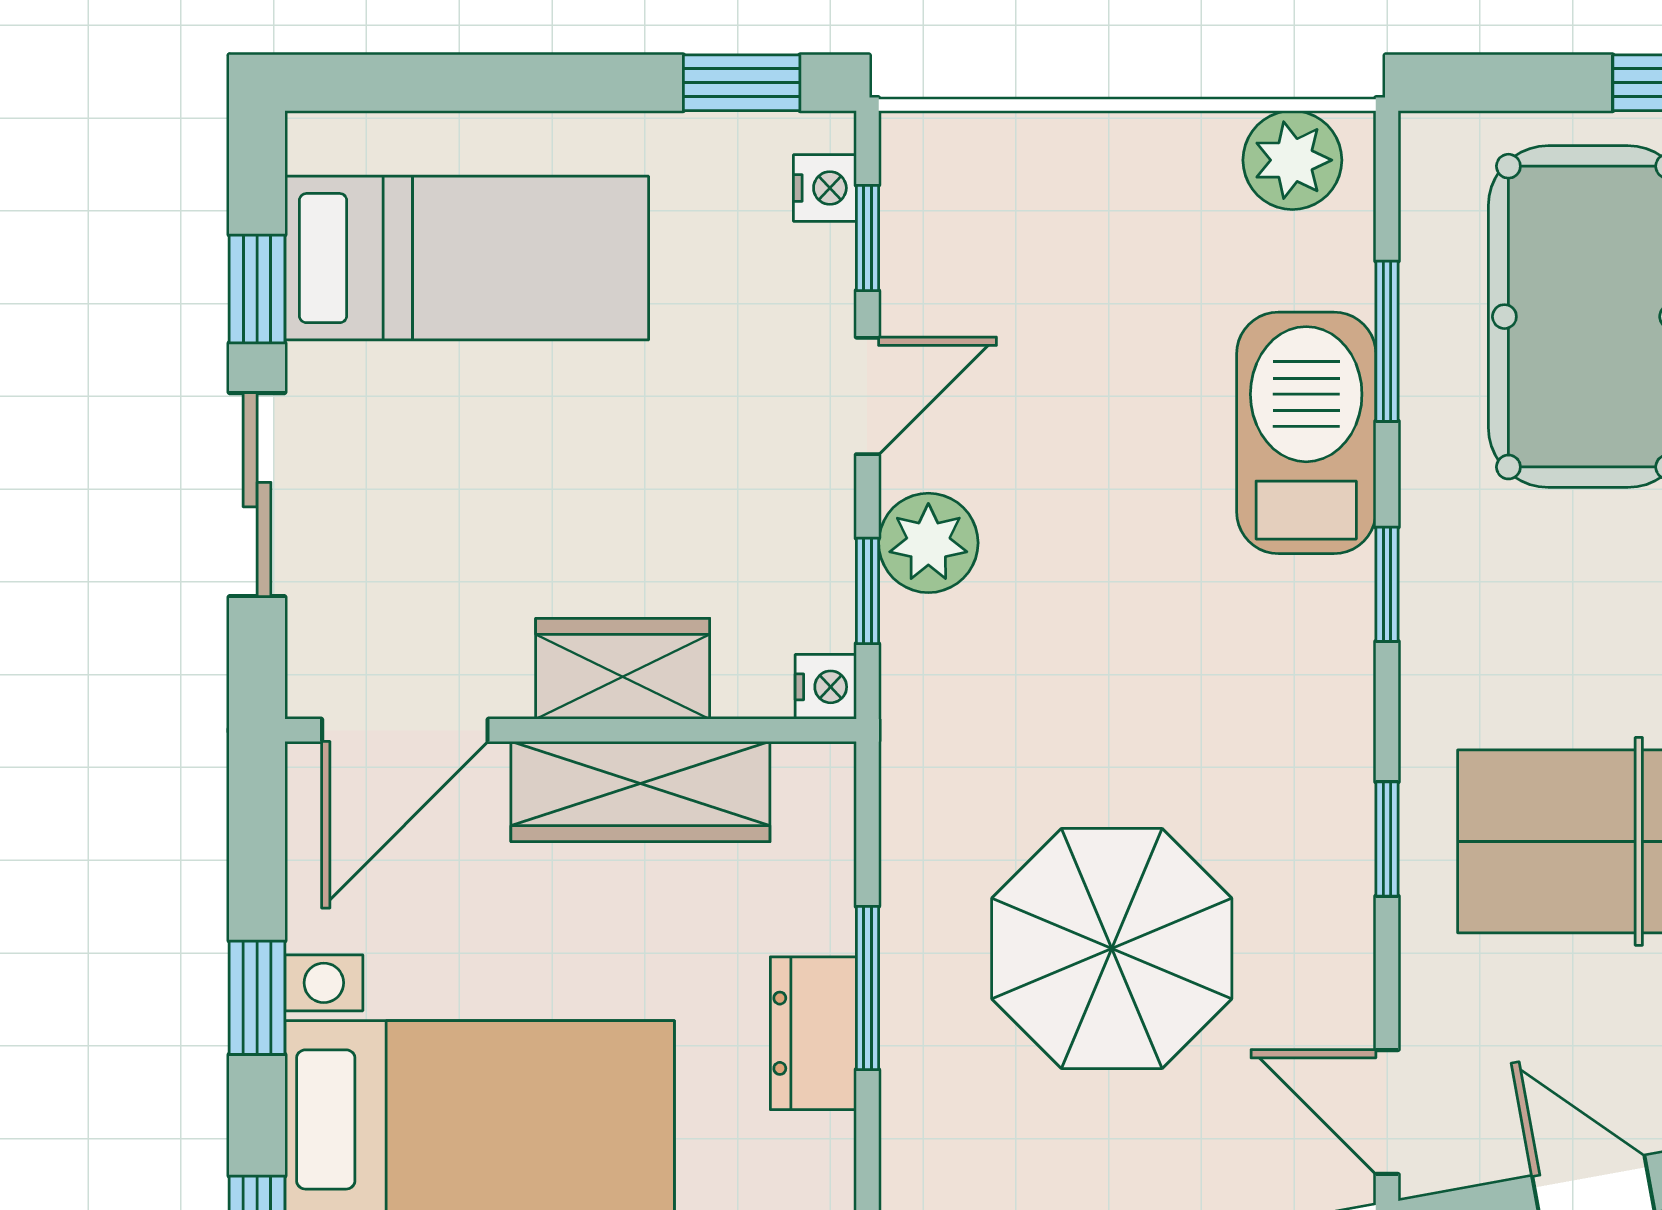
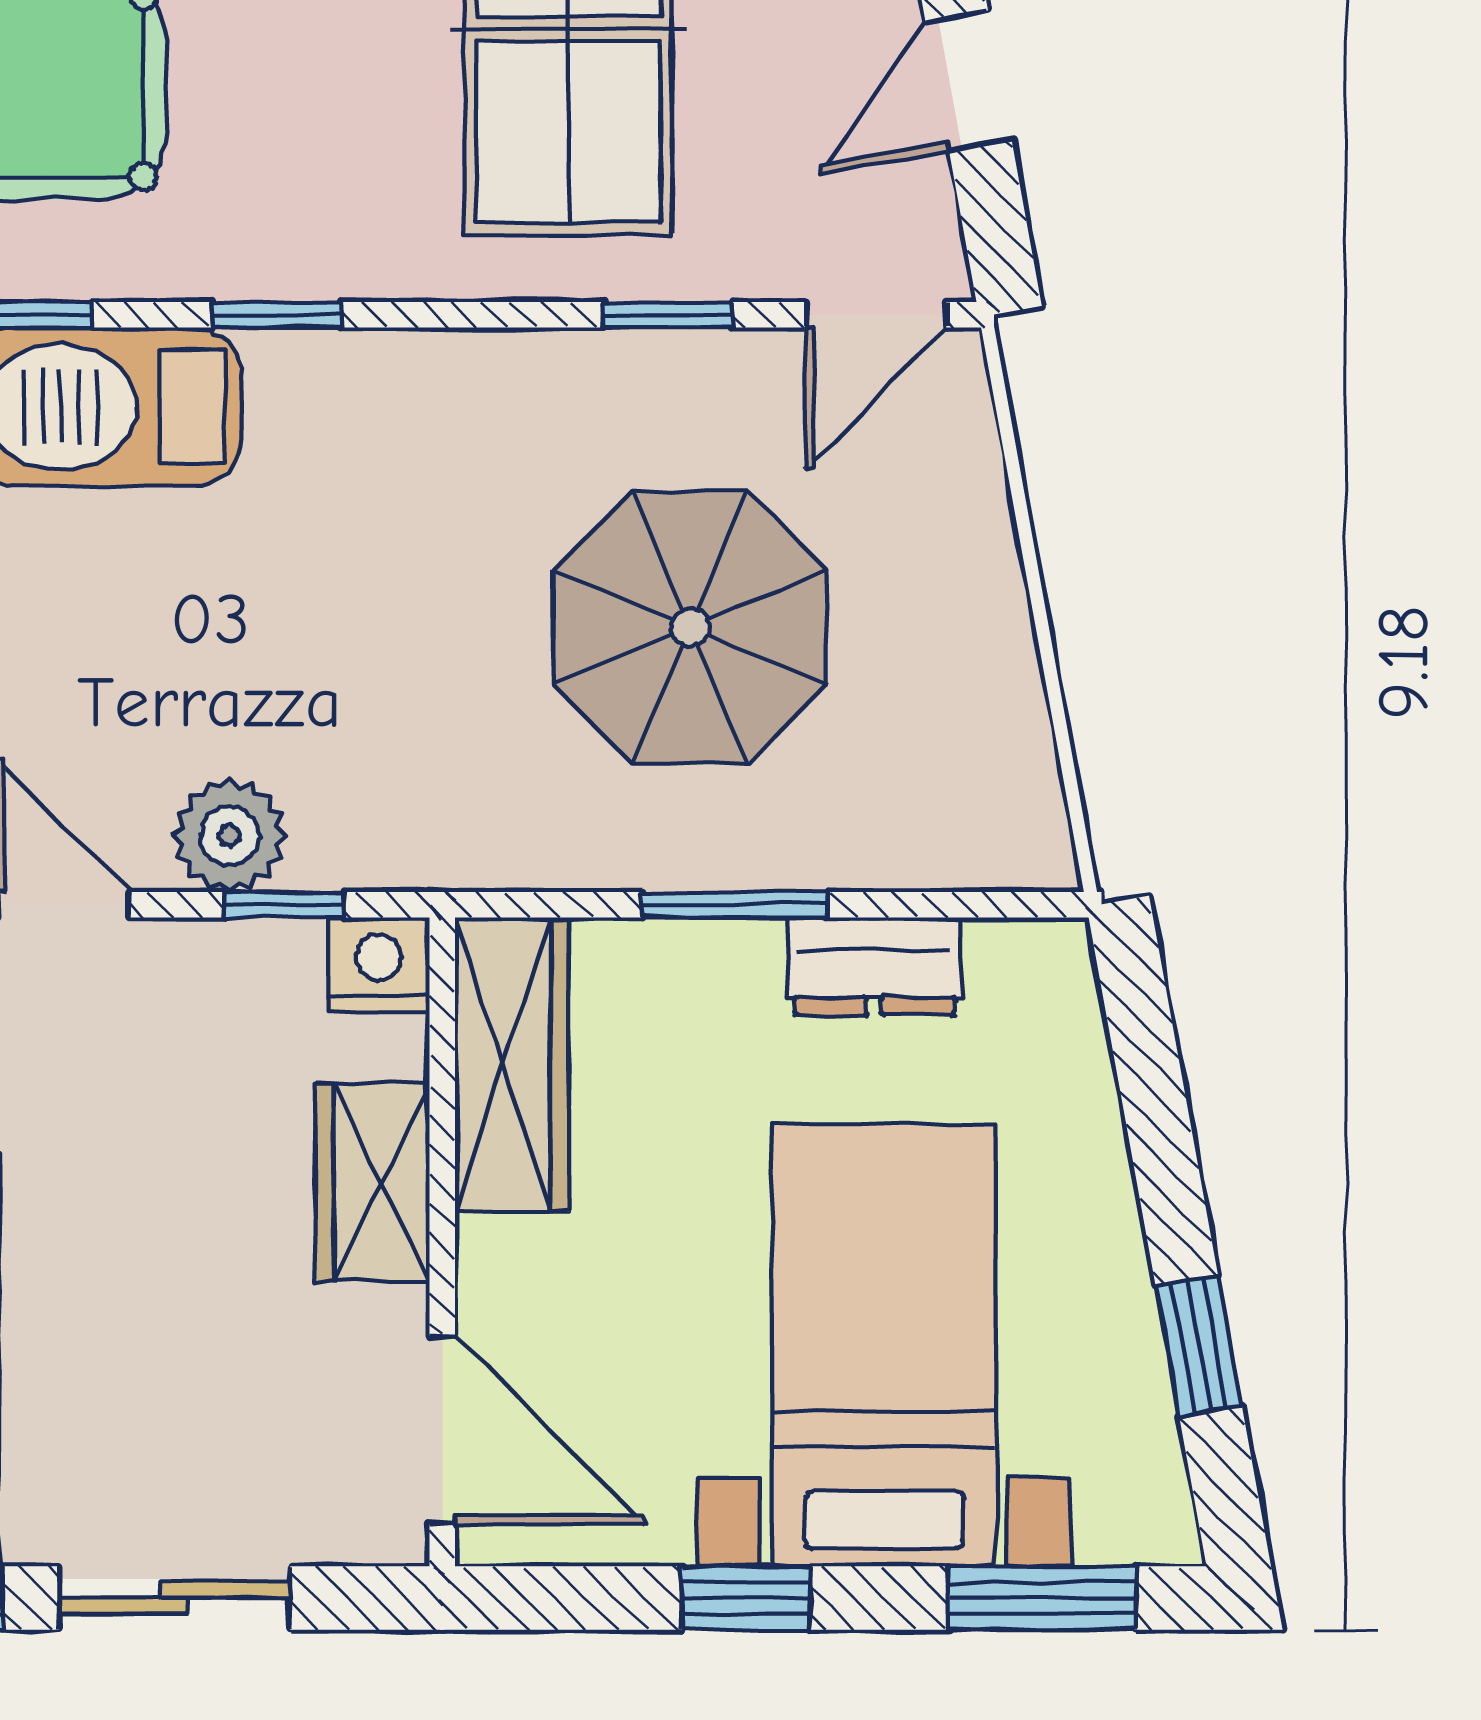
nightstand: (826, 687) -> (379, 964), width x1.39, depth x1.35
wardrobe: (640, 792) -> (512, 1064), moved
window: (1387, 839) -> (668, 315), moved
dresser: (813, 1033) -> (874, 966), moved

